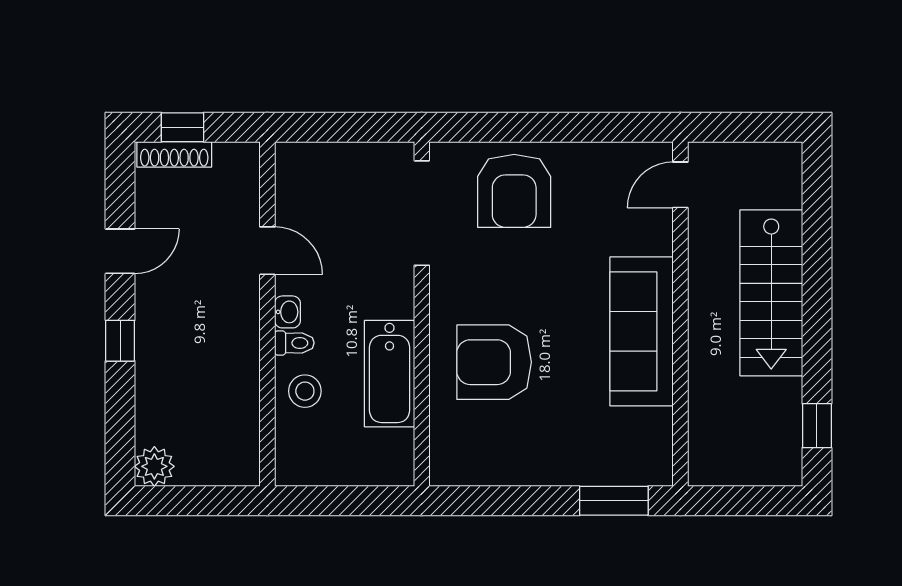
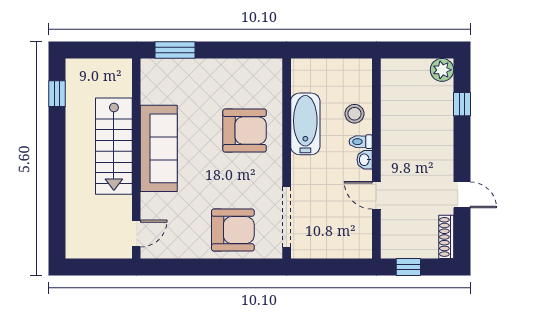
window: (183, 127) -> (408, 267), moved
shoe rack: (174, 154) -> (446, 237), moved, turned -90
armchair: (514, 191) -> (233, 230), turned 90
door: (120, 251) -> (462, 195), swing flipped
stairs: (771, 293) -> (114, 146), moved, turned 180
window: (120, 341) -> (462, 104), moved

